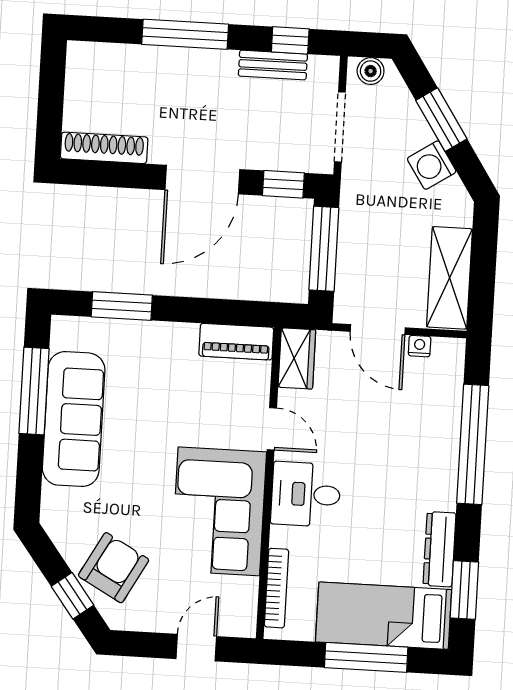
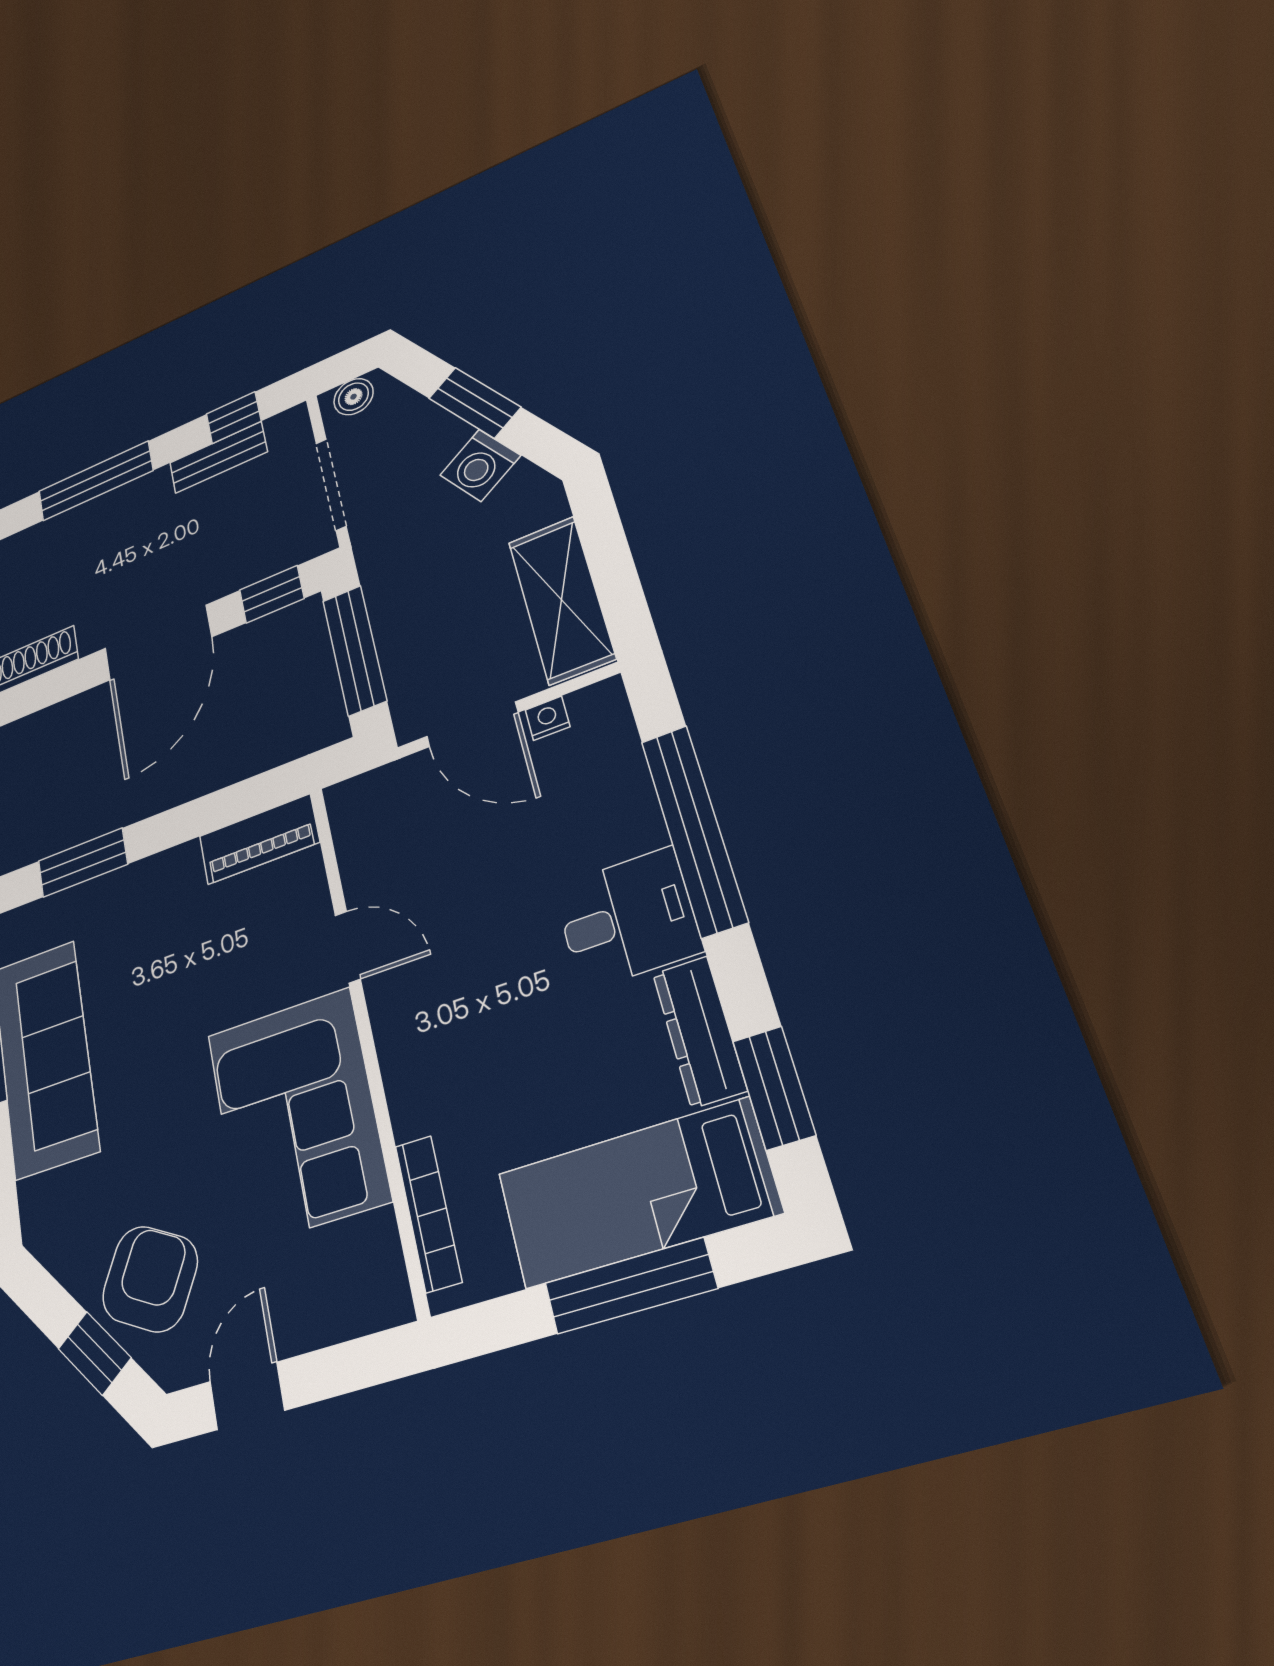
wardrobe: (297, 358) -> (358, 823), removed
desk: (306, 494) -> (627, 919), moved, turned 180
door: (196, 648) -> (247, 1396), moved

